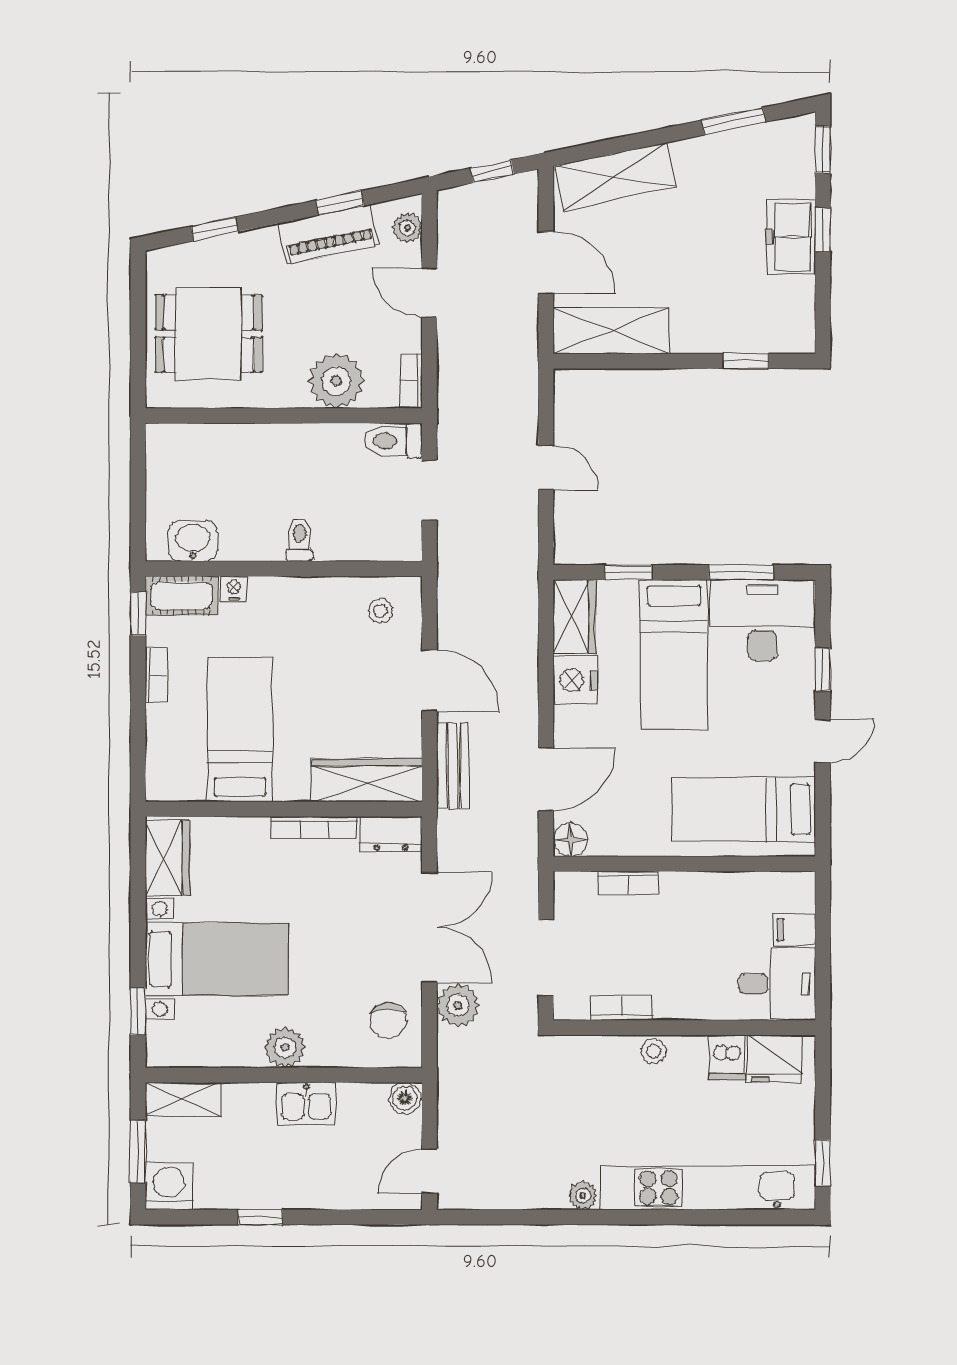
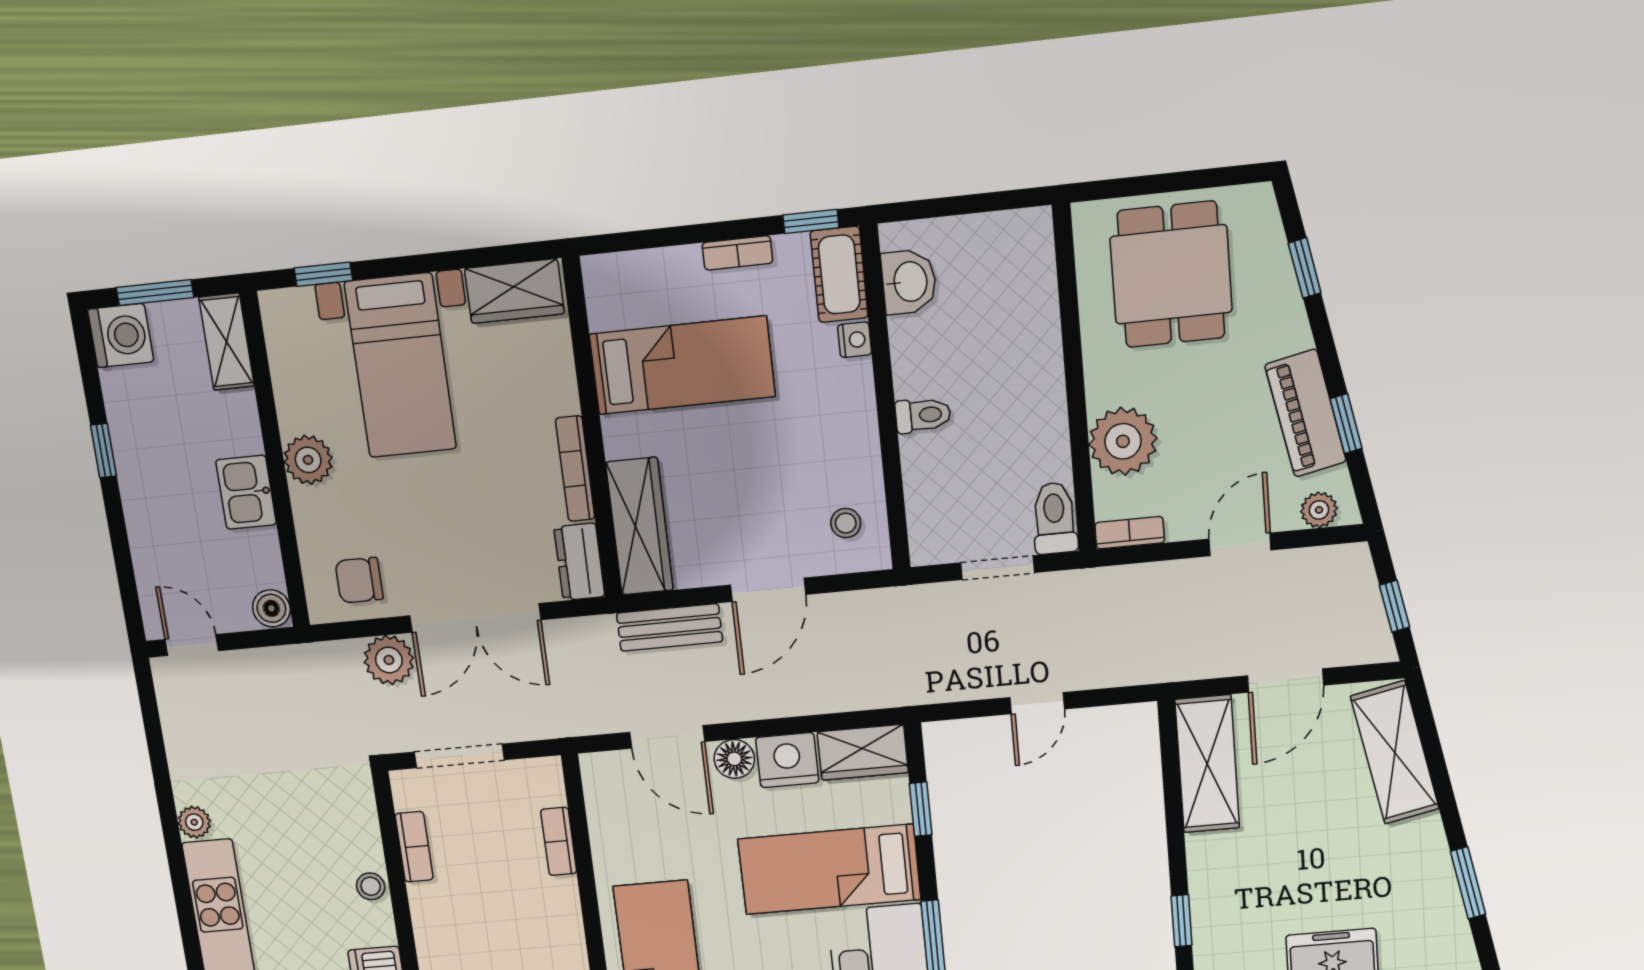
floor lamp: (570, 840) -> (734, 759), moved

